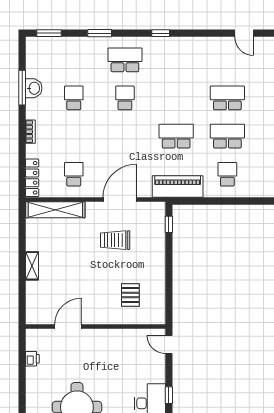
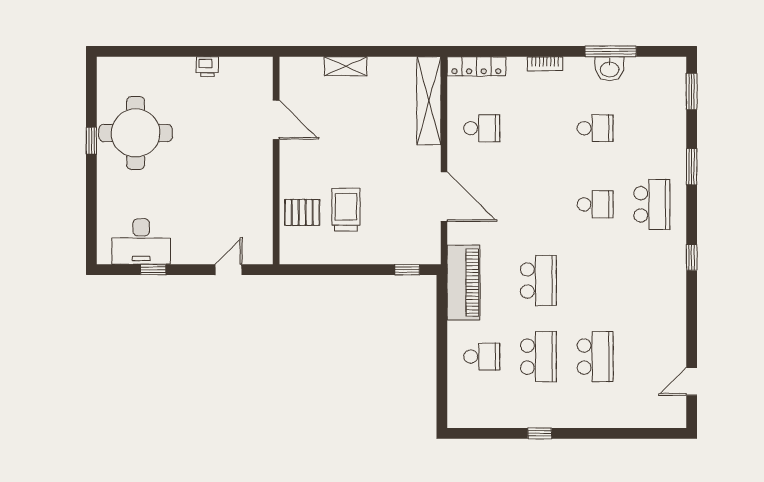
trolley: (115, 240) -> (346, 210), moved
door: (68, 327) -> (276, 120), moved
wall: (96, 327) -> (276, 161), moved

